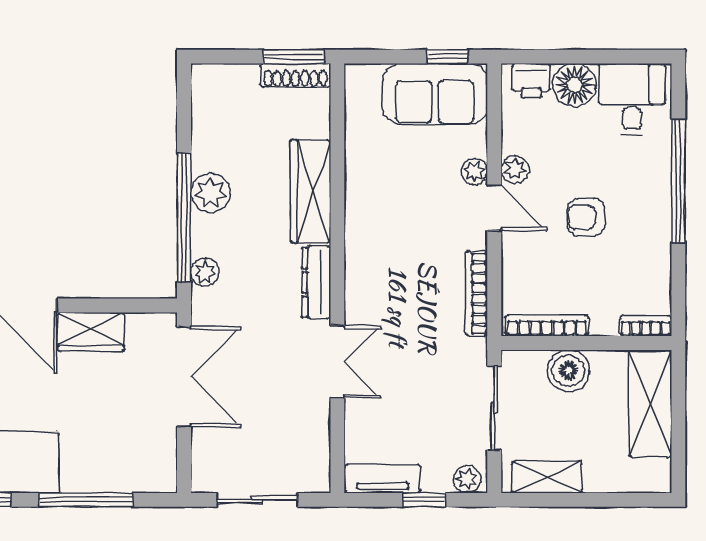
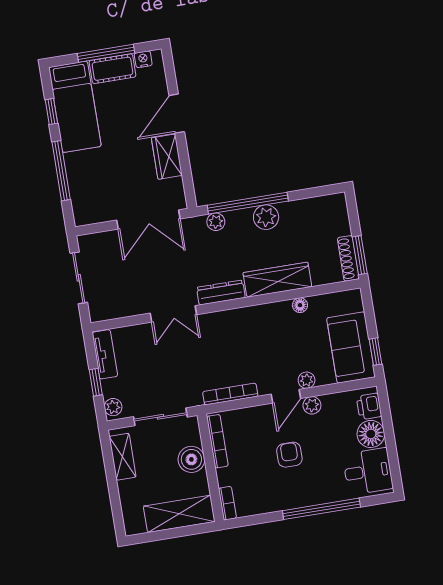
floor lamp: (356, 162) -> (300, 305), added

